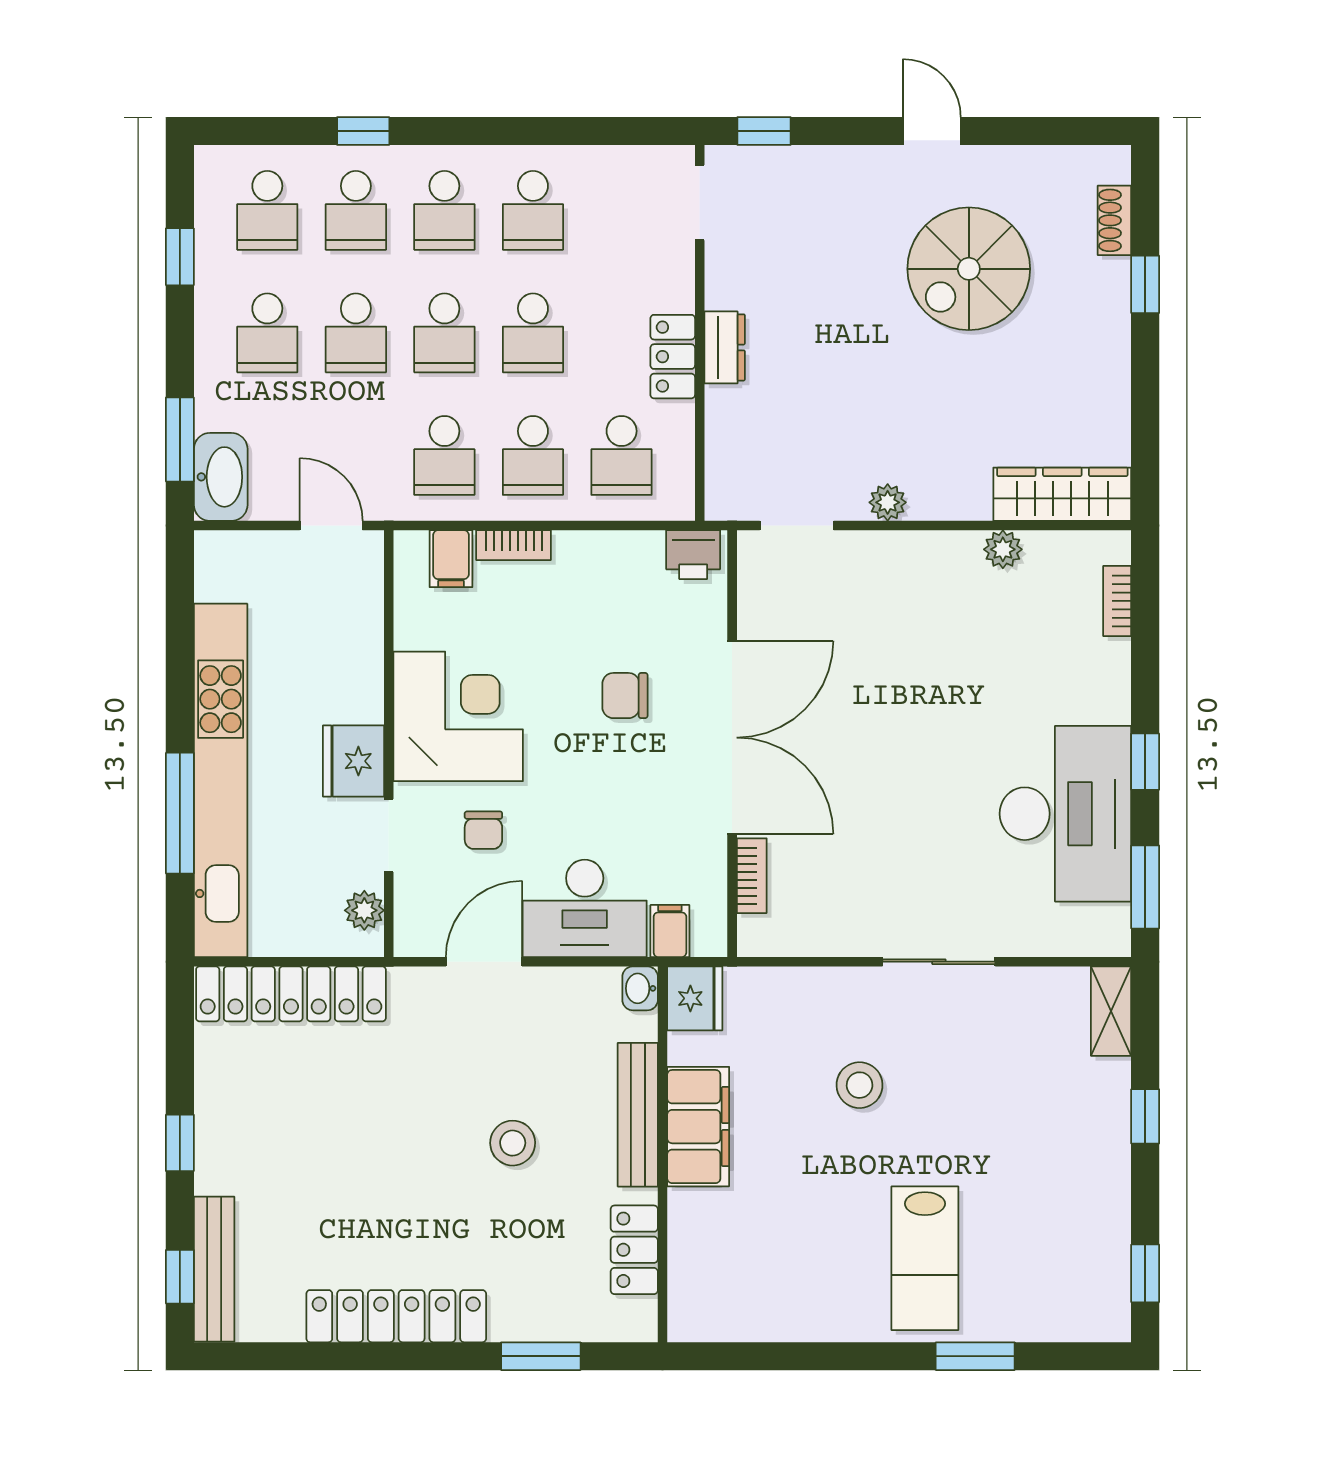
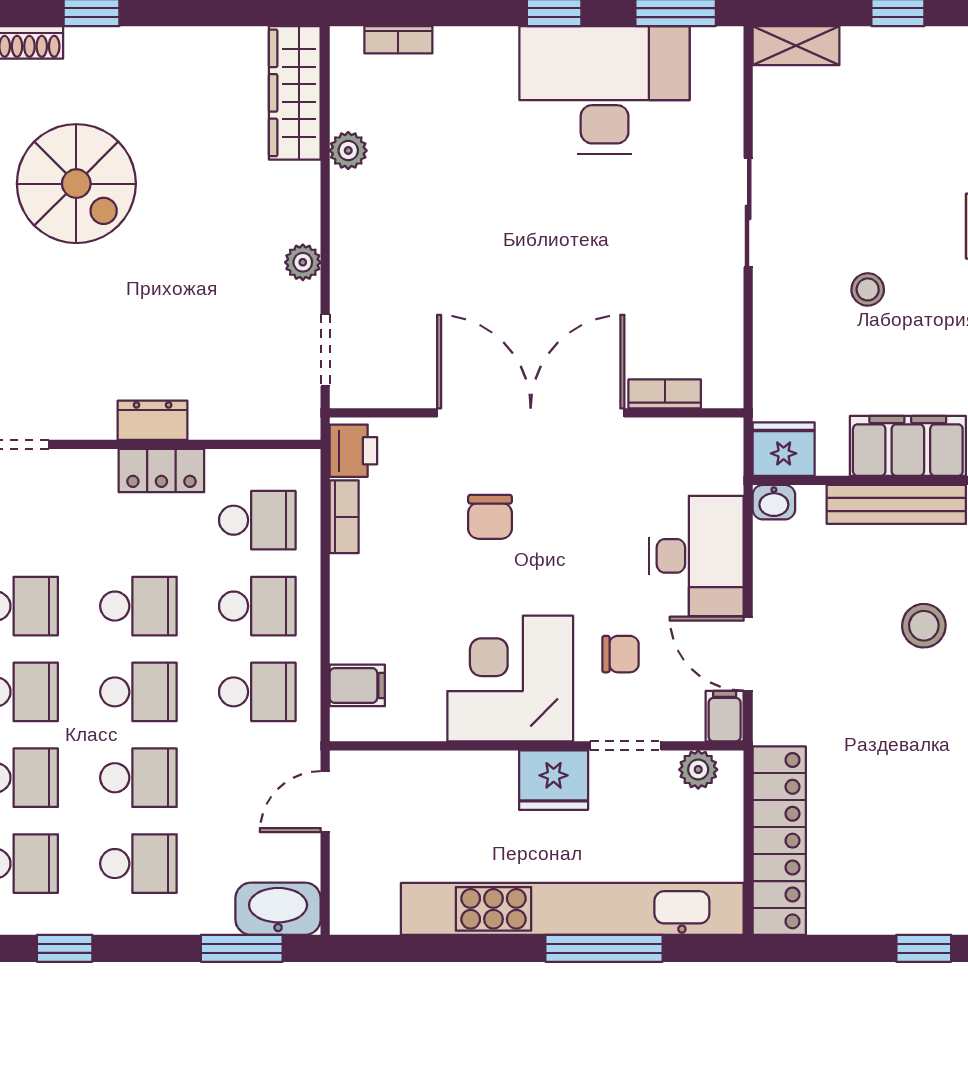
bookcase: (514, 545) -> (344, 517), moved
filing cabinet: (670, 931) -> (725, 716), moved, turned 90
stool: (860, 1085) -> (868, 289), width x0.73, depth x0.73

